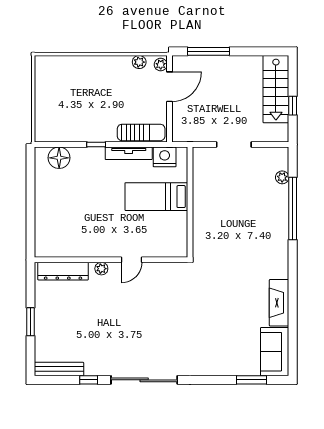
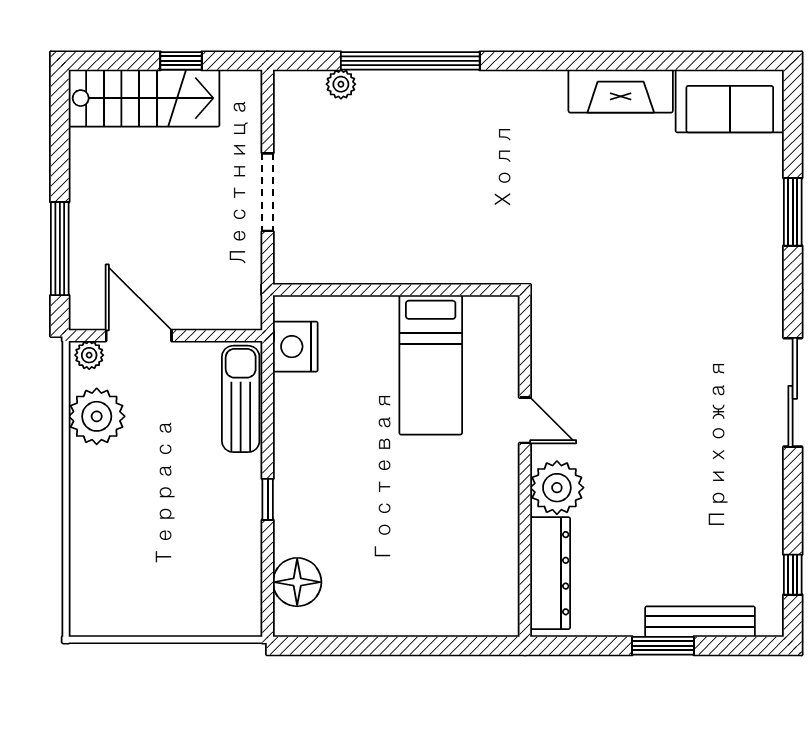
plant: (139, 62) -> (97, 416), width x1.87, depth x1.87
tv unit: (129, 153) -> (287, 427), removed
bed: (156, 197) -> (431, 365), moved
plant: (101, 269) -> (557, 488), width x1.88, depth x1.88
bench: (59, 369) -> (700, 622), moved, turned 90
window: (89, 380) -> (793, 575), moved
sliding door: (144, 380) -> (793, 392), width x0.73
window: (252, 380) -> (793, 212), moved

